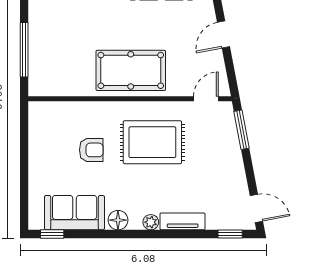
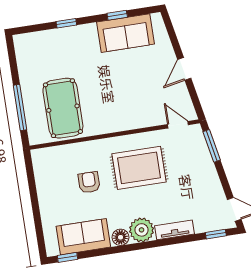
pool table: (131, 70) -> (63, 108), moved, turned 90
door: (206, 99) -> (178, 125), hinge flipped
armchair: (91, 150) -> (89, 182), turned -90
plant: (151, 222) -> (142, 230), width x1.87, depth x1.87

